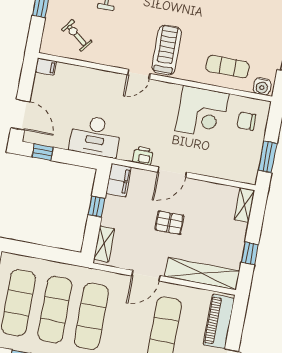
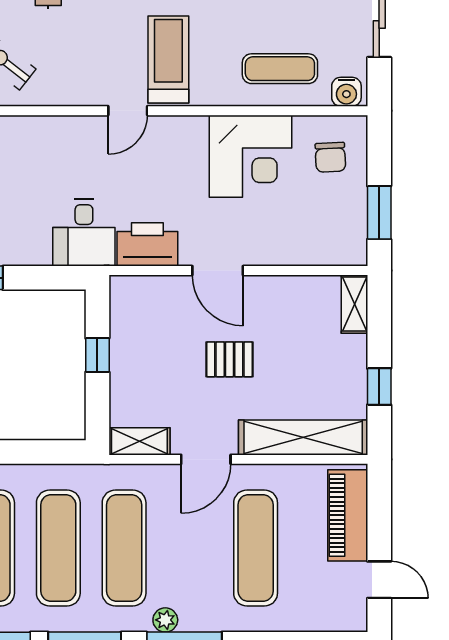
chair: (246, 121) -> (330, 157), turned -93
desk: (95, 136) -> (84, 233), width x0.73
printer: (143, 156) -> (147, 244), width x1.87, depth x1.48
door: (172, 172) -> (218, 271), hinge flipped
filing cabinet: (119, 180) -> (127, 302), removed
shelving: (104, 244) -> (139, 441), moved, turned 90

